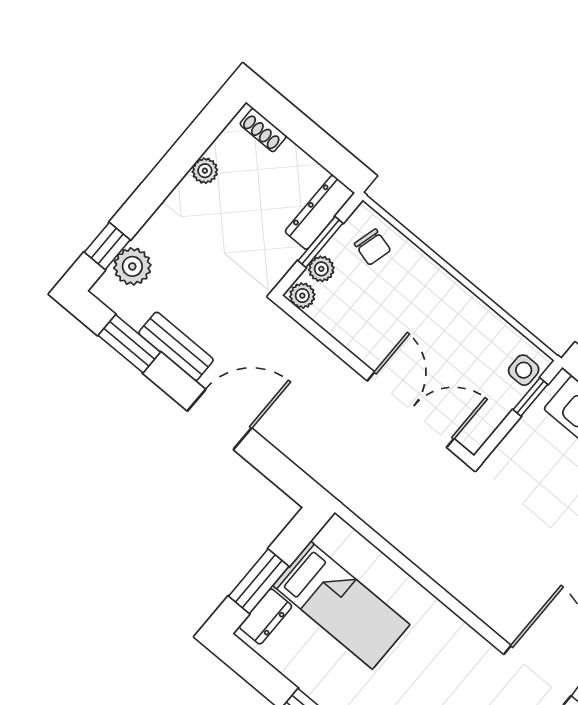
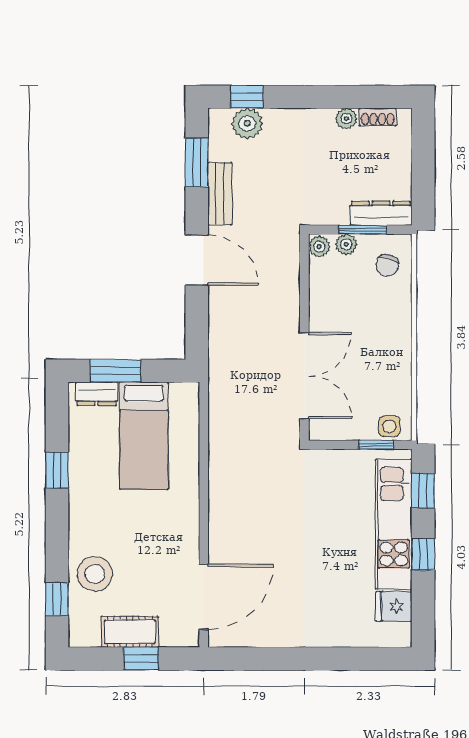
shoe rack: (263, 130) -> (378, 117), moved, turned -90

